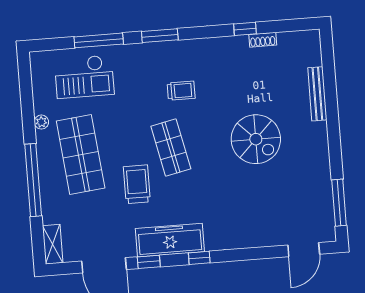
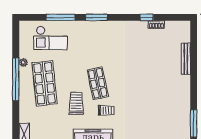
trolley: (181, 91) -> (106, 110), moved
spiral stairs: (256, 139) -> (148, 82), removed
window: (33, 180) -> (16, 79), moved

